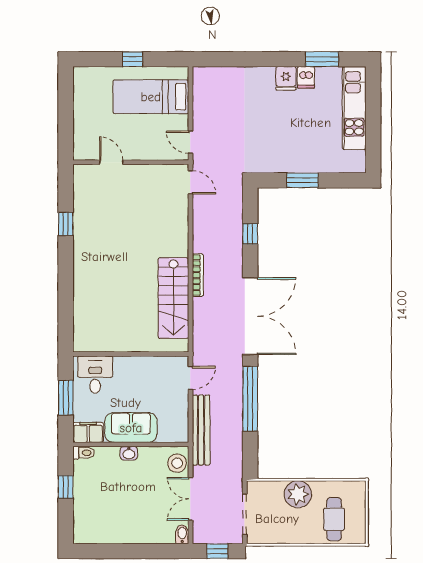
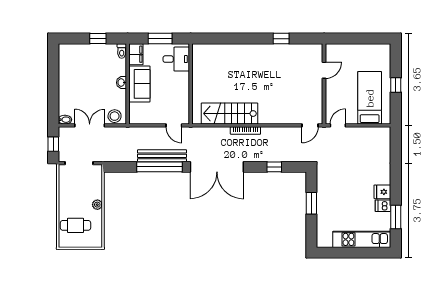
bench: (201, 430) -> (162, 156), moved
plant: (298, 494) -> (97, 205), width x0.53, depth x0.53

